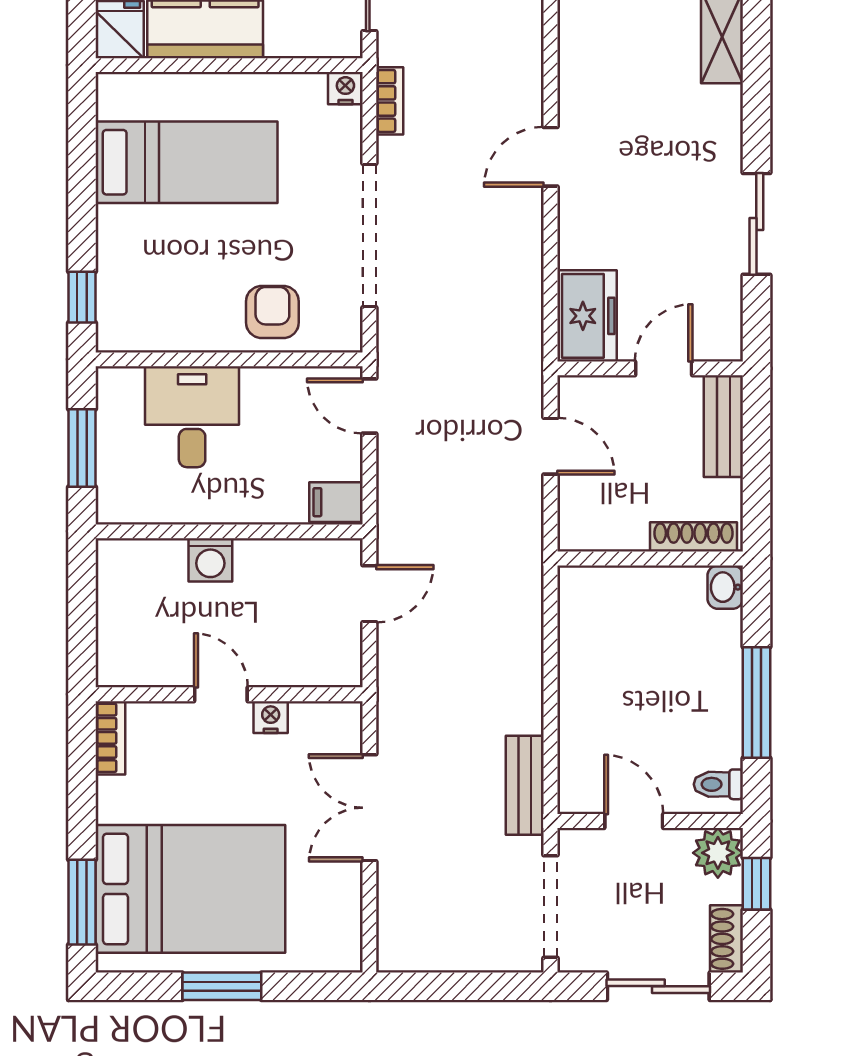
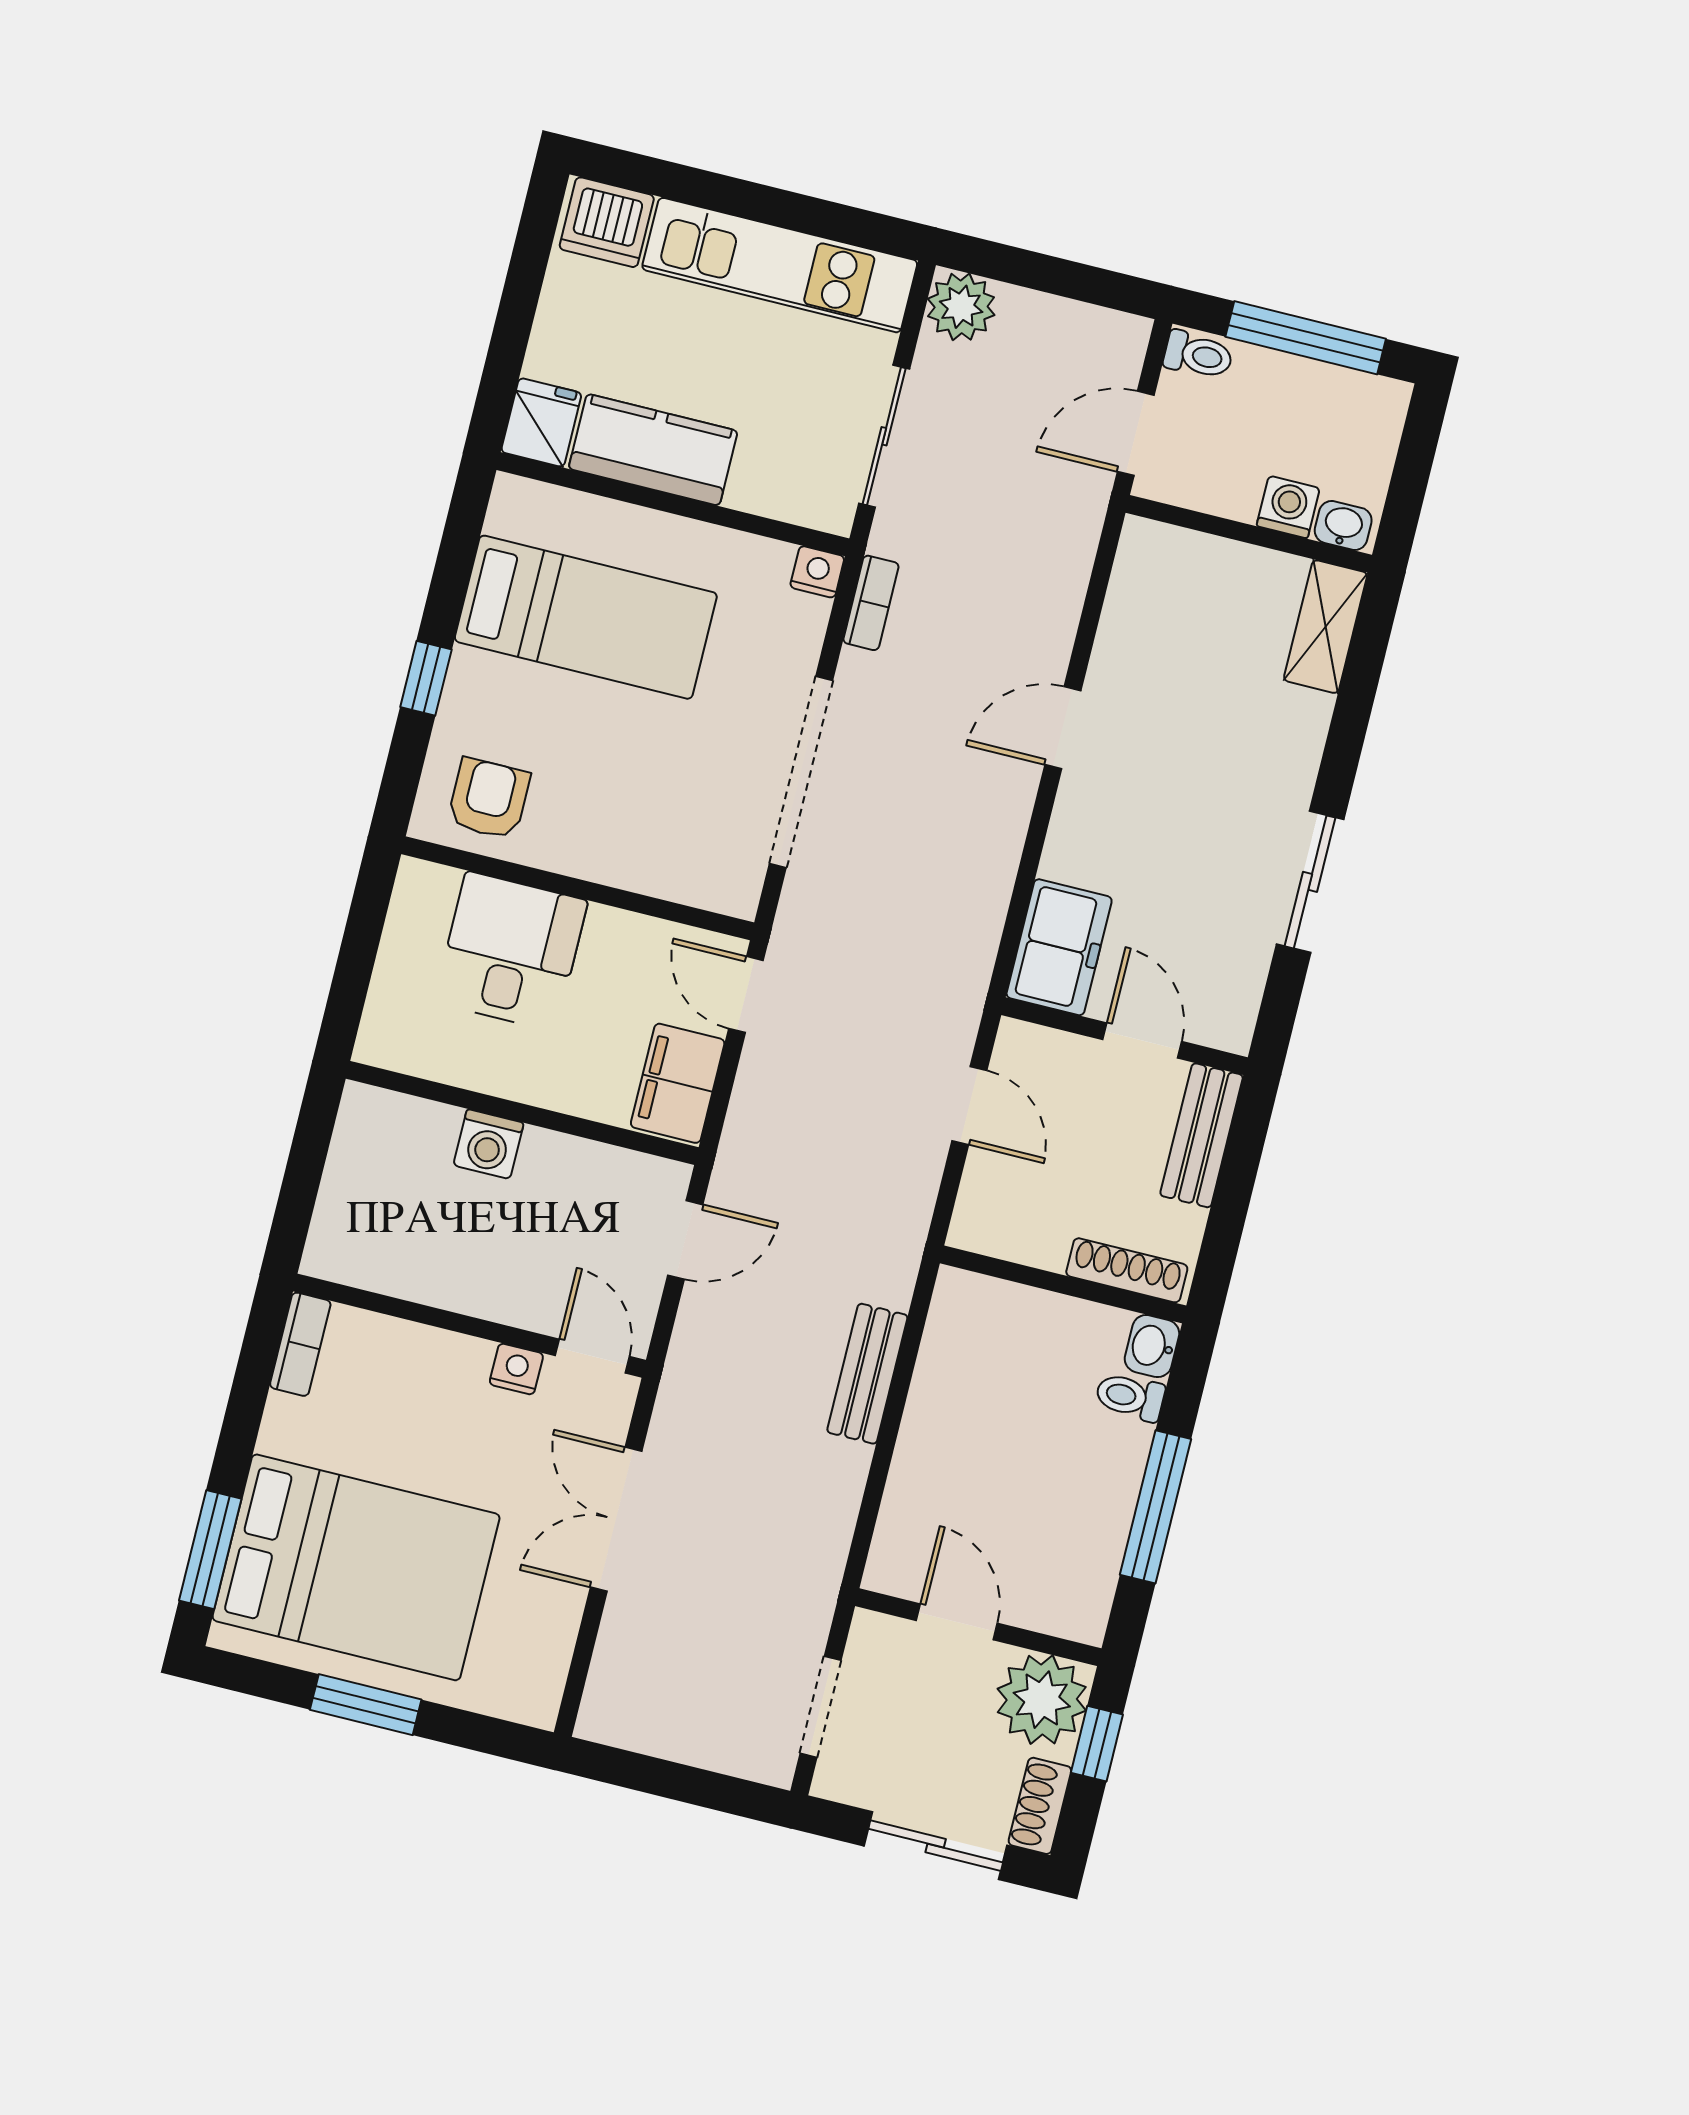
window: (82, 297) -> (426, 678), moved
armchair: (272, 312) -> (489, 799), moved
door: (664, 368) -> (1142, 1041), hinge flipped
window: (82, 448) -> (357, 957), removed
filing cabinet: (336, 502) -> (678, 1083), width x2.00
door: (221, 694) -> (592, 1356), moved
toilet: (718, 784) -> (1130, 1397), moved
bench: (525, 785) -> (867, 1374), moved
plant: (718, 853) -> (1042, 1700), width x1.36, depth x1.36
doorway: (550, 906) -> (821, 1707), width x0.73

